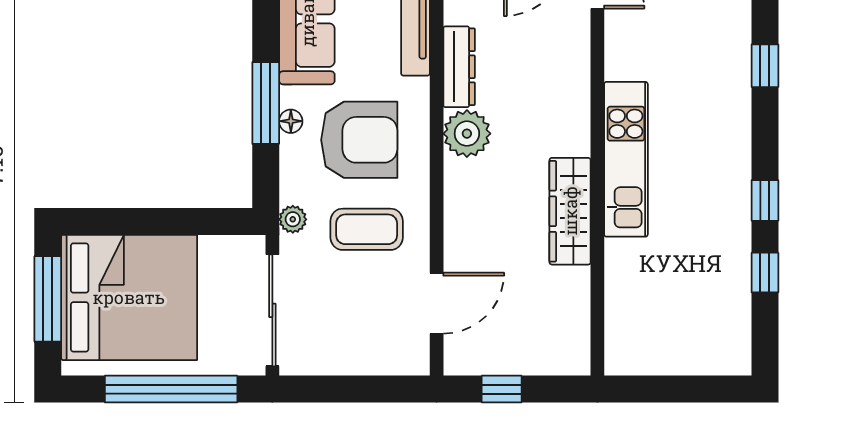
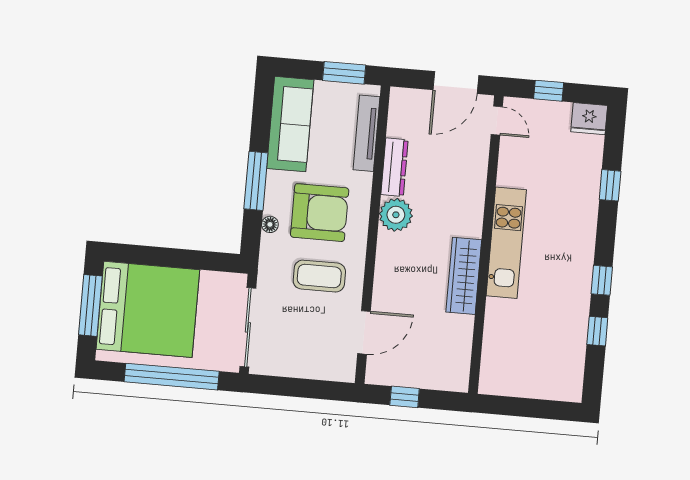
floor lamp: (291, 121) -> (270, 224), moved
plant: (293, 219) -> (268, 264), removed

